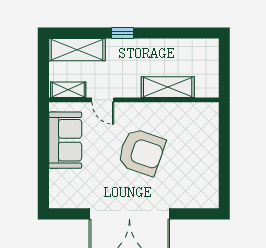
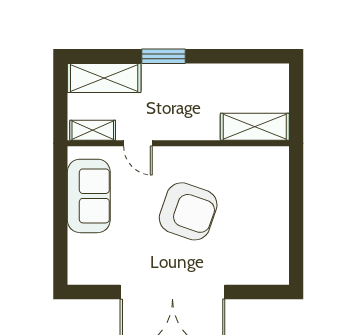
window: (122, 33) -> (163, 56), width x1.50
shelving: (168, 87) -> (255, 127), moved

